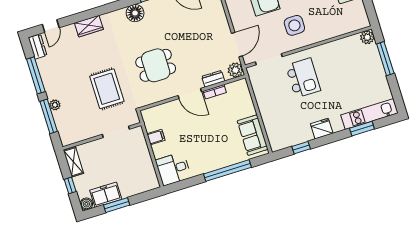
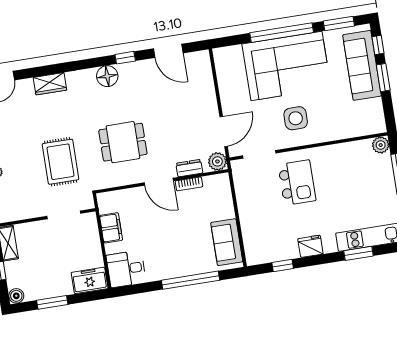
filing cabinet: (156, 137) -> (111, 228), width x2.00
freezer: (106, 195) -> (90, 280), moved

